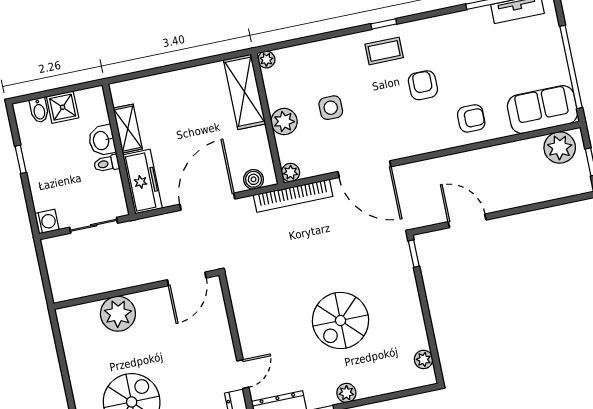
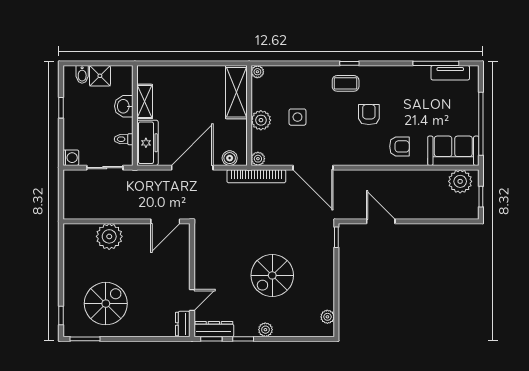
toilet: (107, 164) -> (124, 139), moved

